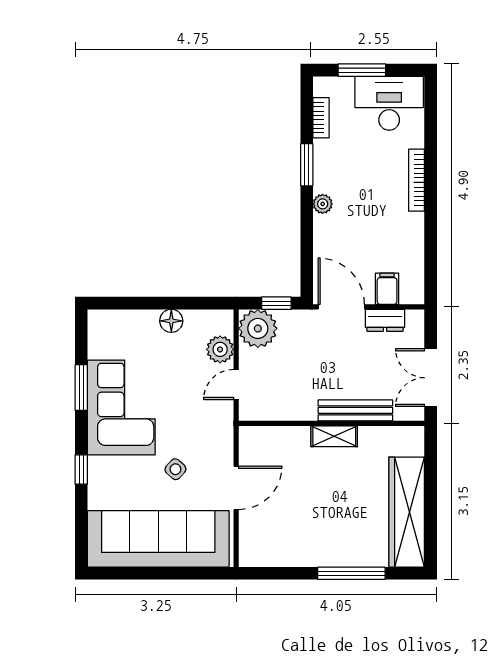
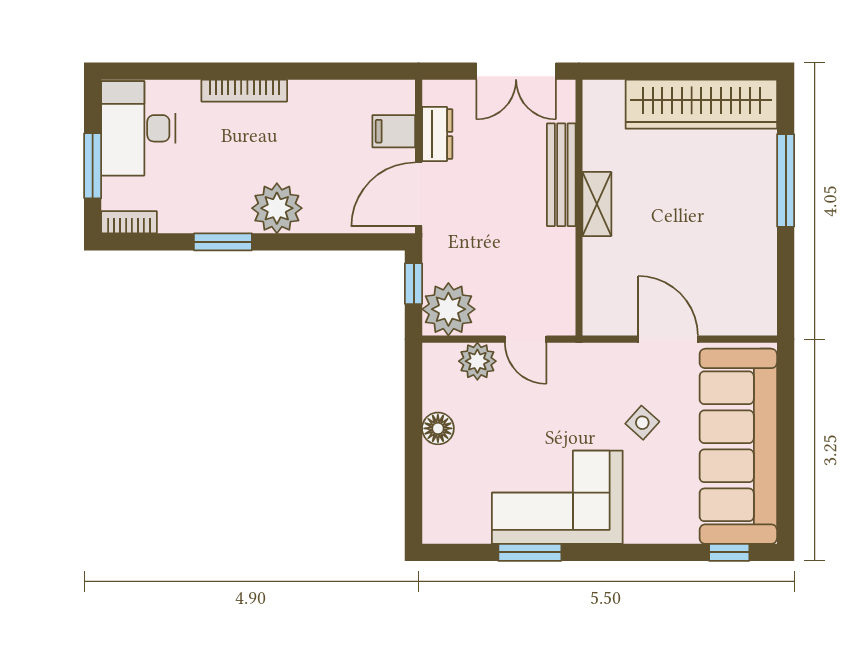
bookcase: (321, 118) -> (129, 222), moved
plant: (323, 204) -> (277, 208), width x1.88, depth x1.88
window: (81, 469) -> (729, 552), moved

